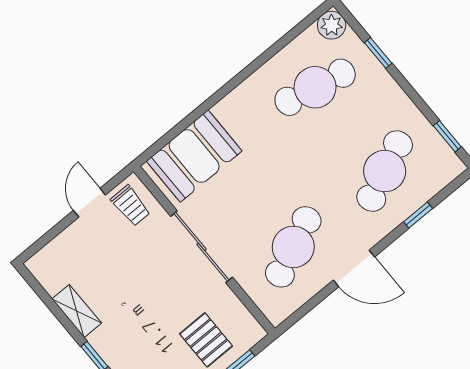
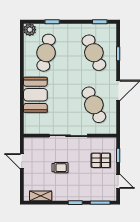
booth: (194, 156) -> (35, 95), moved
trolley: (131, 206) -> (60, 168), moved
shelving: (77, 311) -> (41, 196), moved

